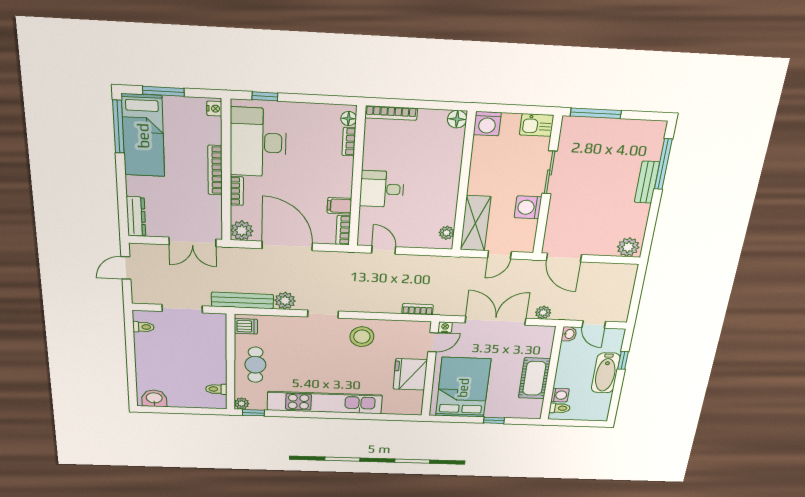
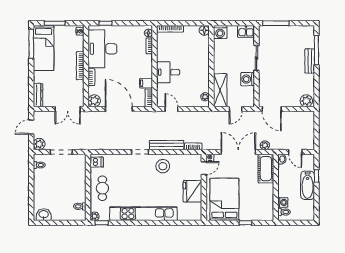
bench: (242, 300) -> (167, 145), moved
plant: (285, 301) -> (39, 144), moved
cot: (534, 378) -> (266, 169), moved

